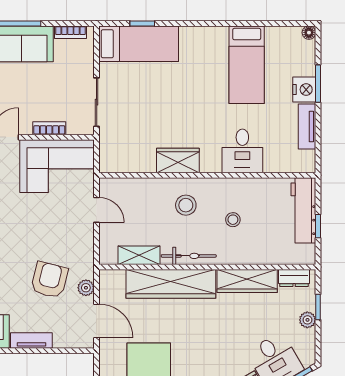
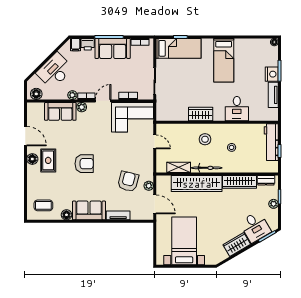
bed: (247, 65) -> (224, 60), moved

